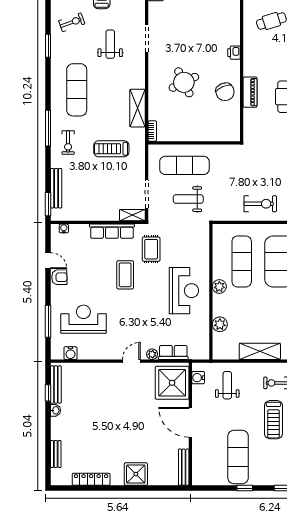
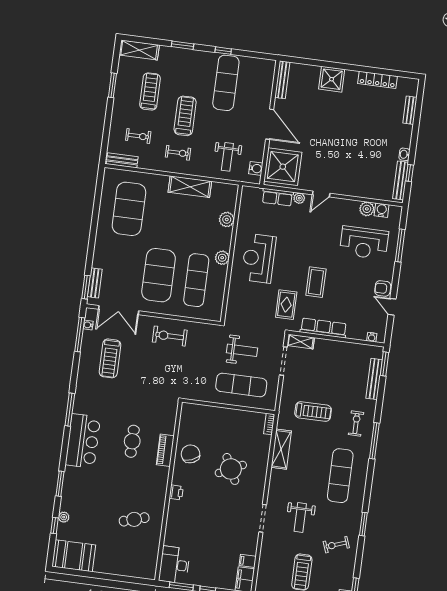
plant: (85, 353) -> (367, 209), added

